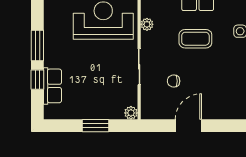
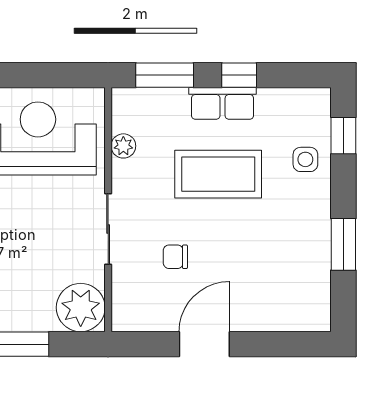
coffee table: (195, 39) -> (218, 174), width x1.36, depth x1.32
plant: (131, 113) -> (81, 308), width x1.88, depth x1.88

